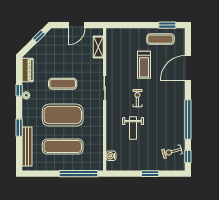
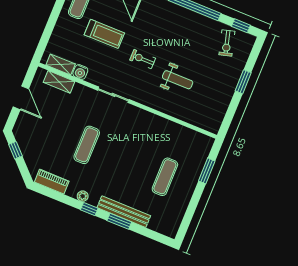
shelving: (111, 43) -> (61, 65), added
window: (19, 90) -> (89, 209), moved
exercise mat: (63, 115) -> (126, 161), removed
bench: (27, 146) -> (124, 212), moved
exercise mat: (63, 147) -> (165, 177), width x0.73, depth x0.69
water cooler: (111, 156) -> (80, 72), moved
window: (78, 174) -> (207, 171), width x0.47

